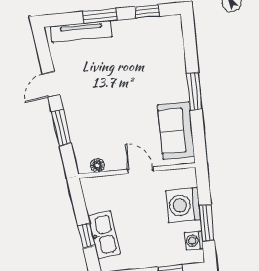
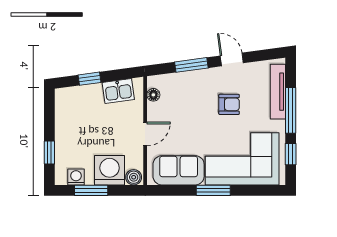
window: (100, 16) -> (291, 110), width x1.44
corner sofa: (157, 63) -> (242, 159), added
armchair: (100, 83) -> (229, 104), added
boiler: (188, 178) -> (134, 177), added
kitchen sink: (104, 235) -> (118, 91), moved, width x0.73

